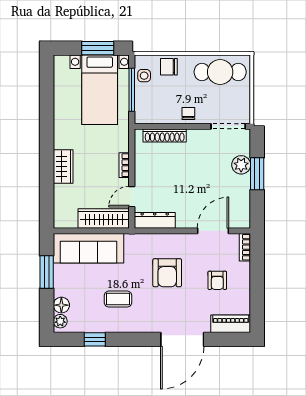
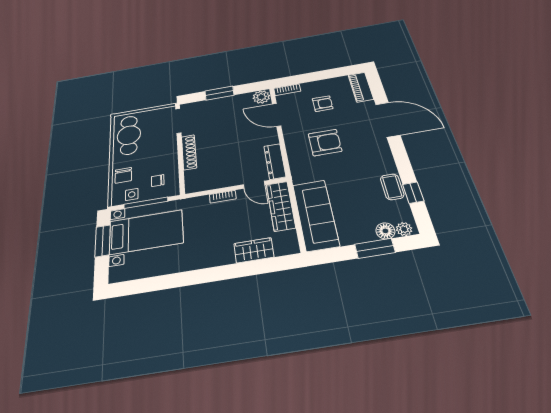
chair: (188, 113) -> (158, 181), moved
shoe rack: (165, 135) -> (189, 152), moved
plant: (241, 165) -> (261, 97), moved
wardrobe: (63, 167) -> (254, 250), moved
window: (47, 272) -> (375, 248), moved
coffee table: (118, 299) -> (392, 187), moved

